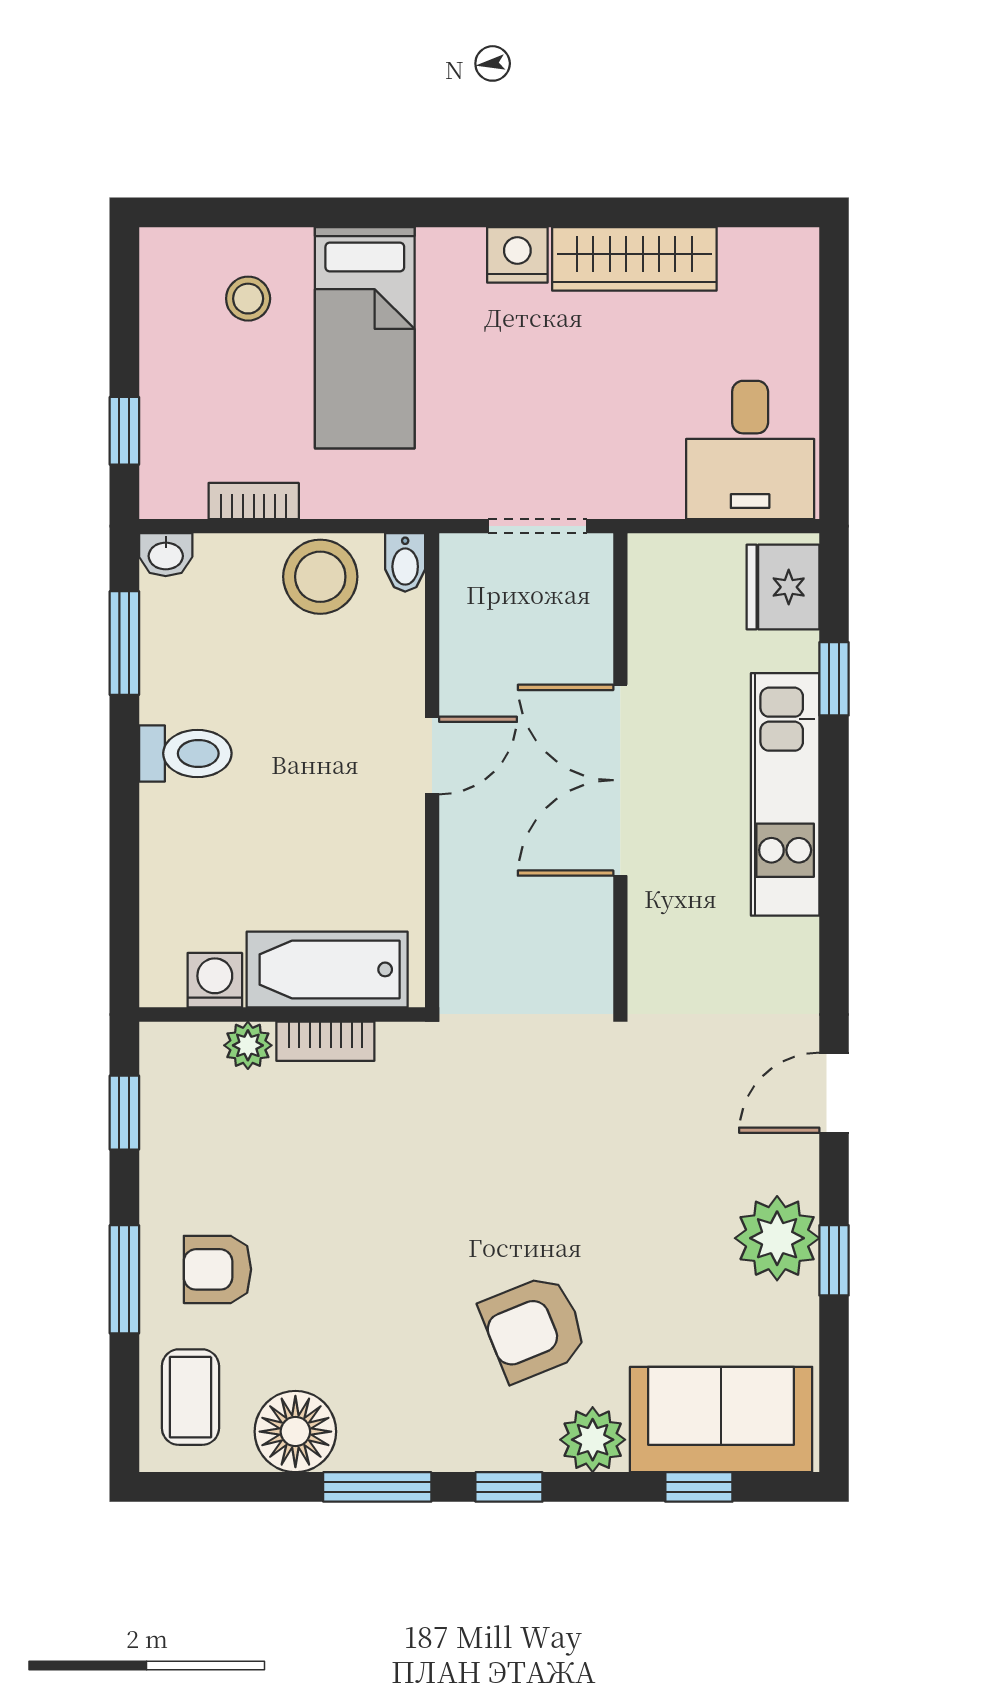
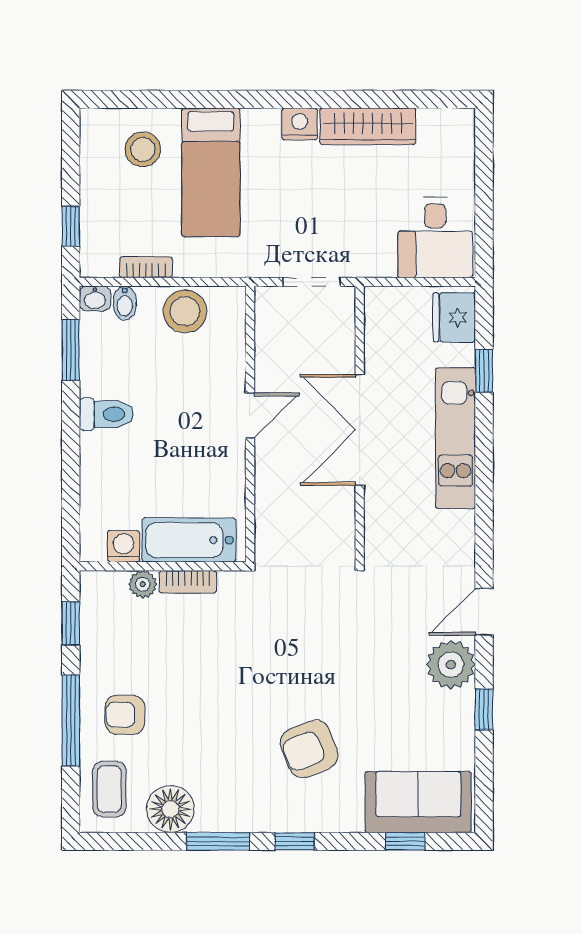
stool: (248, 299) -> (143, 149), width x1.37, depth x1.37
bidet: (405, 562) -> (125, 303), moved
plant: (777, 1238) -> (451, 665), moved
window: (124, 1279) -> (71, 720), width x1.44
plant: (593, 1440) -> (343, 814), removed

